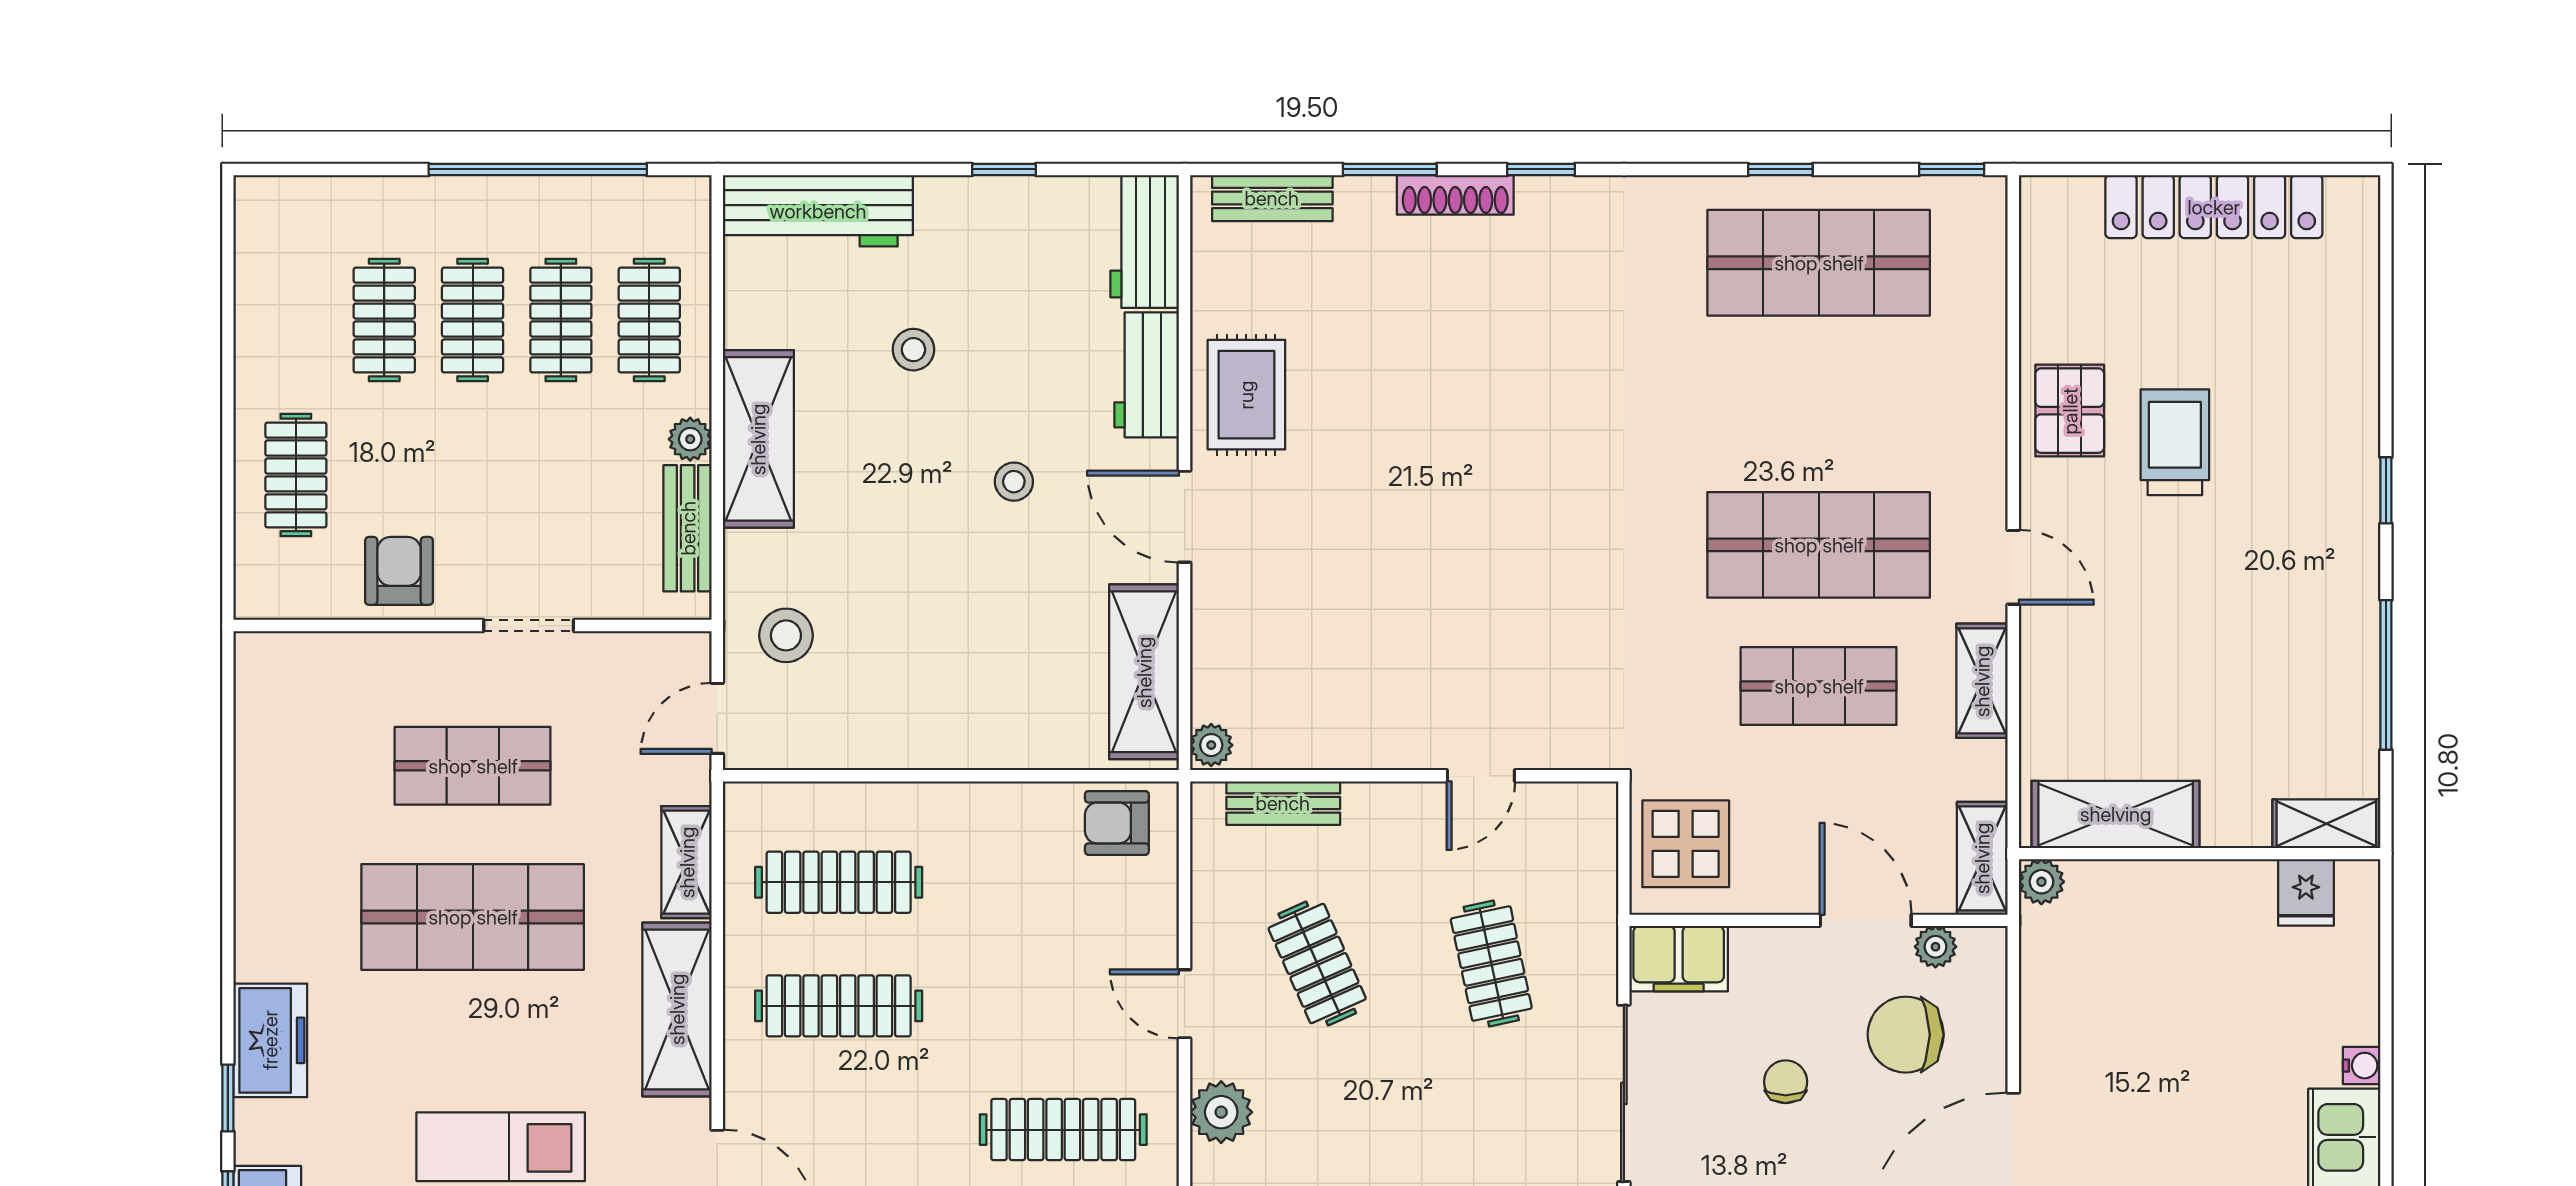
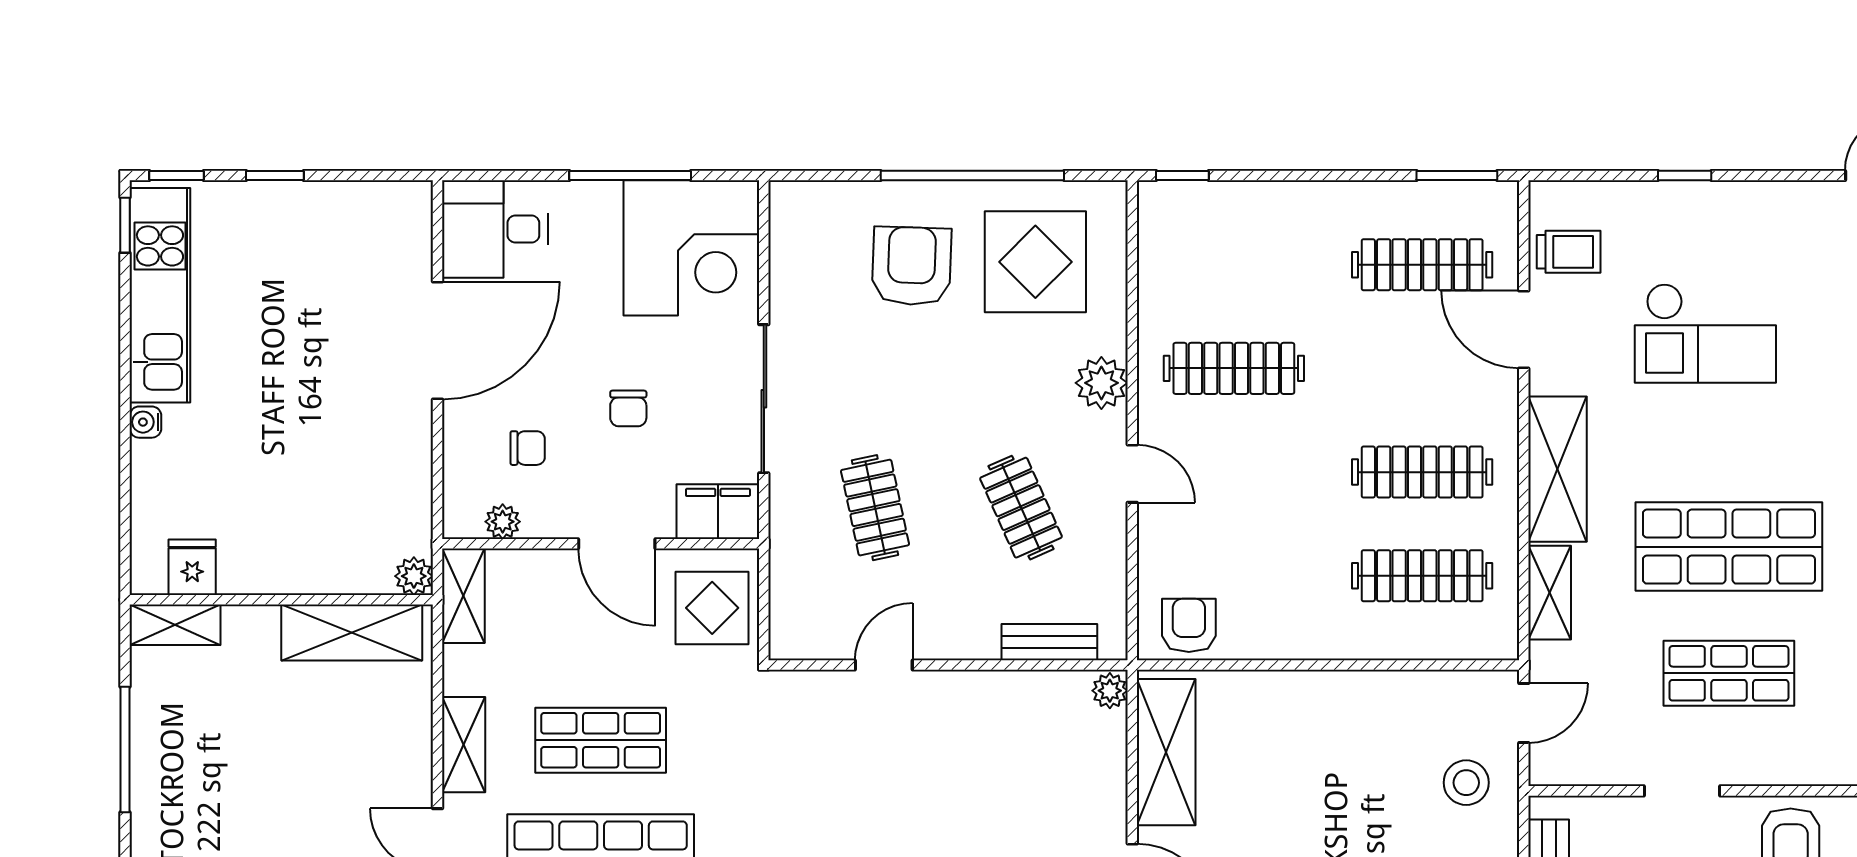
armchair: (1117, 823) -> (1189, 625), turned -90
door: (1866, 920) -> (617, 544), moved
chair: (1906, 1035) -> (528, 448), width x0.54, depth x0.54

